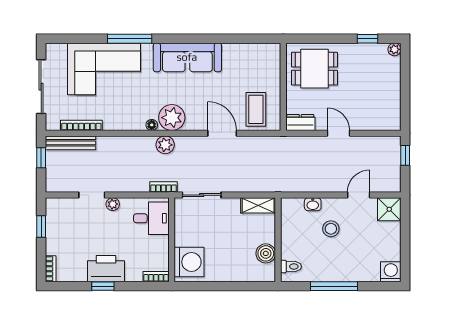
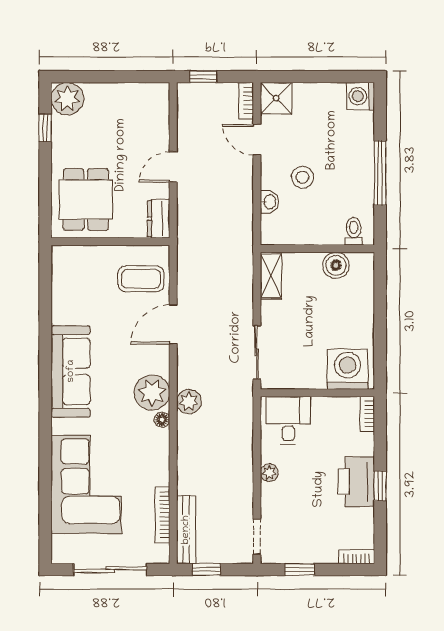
window: (130, 39) -> (45, 450), removed
plant: (394, 49) -> (67, 99), width x1.88, depth x1.88
bookcase: (163, 187) -> (246, 101), moved
doorway: (92, 195) -> (257, 537), moved

